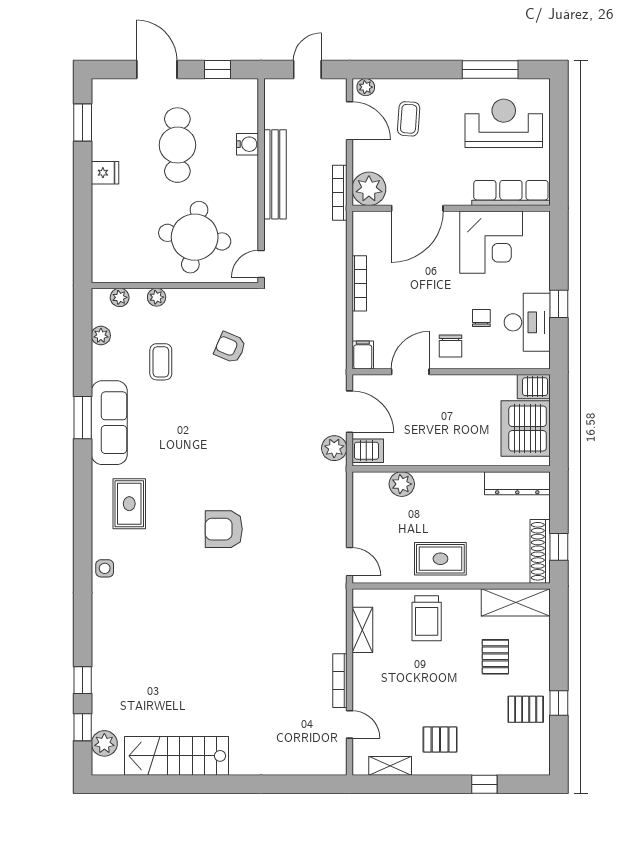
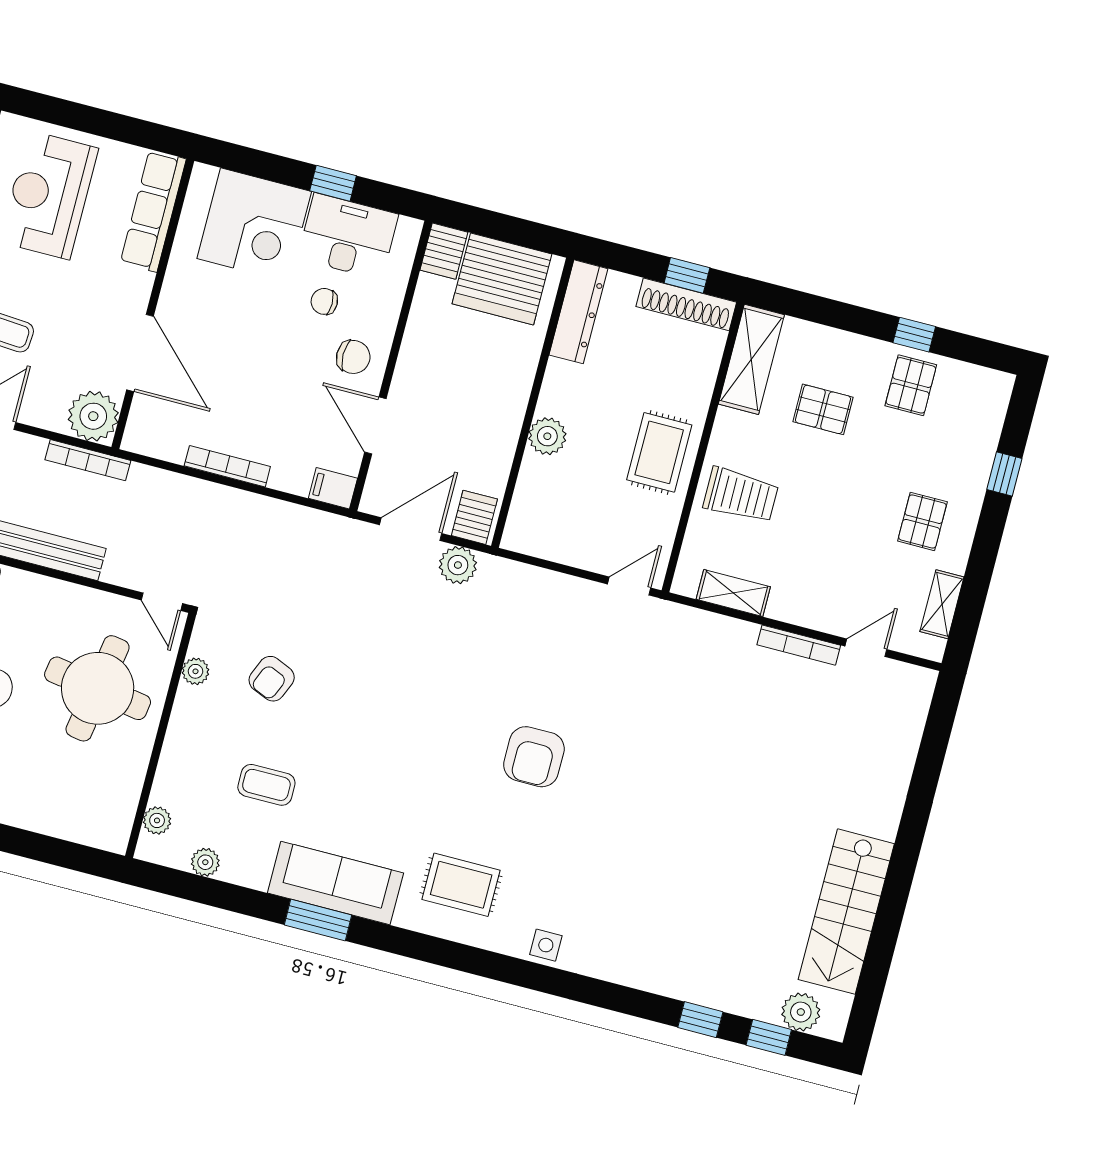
corner desk: (491, 242) -> (254, 225), moved, turned 90
plant: (157, 297) -> (195, 671), moved
plant: (402, 484) -> (547, 436), moved

